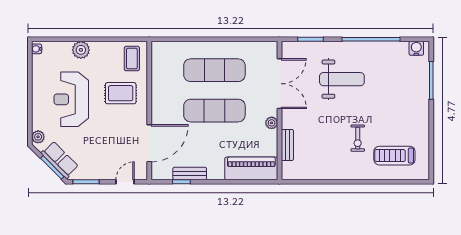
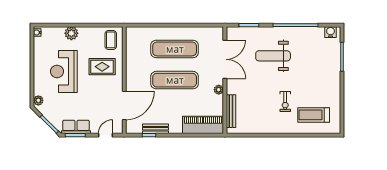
weight bench: (342, 79) -> (273, 56), turned 180
bench: (287, 145) -> (231, 111), width x1.36
row of seats: (60, 160) -> (76, 127), moved, turned -45

